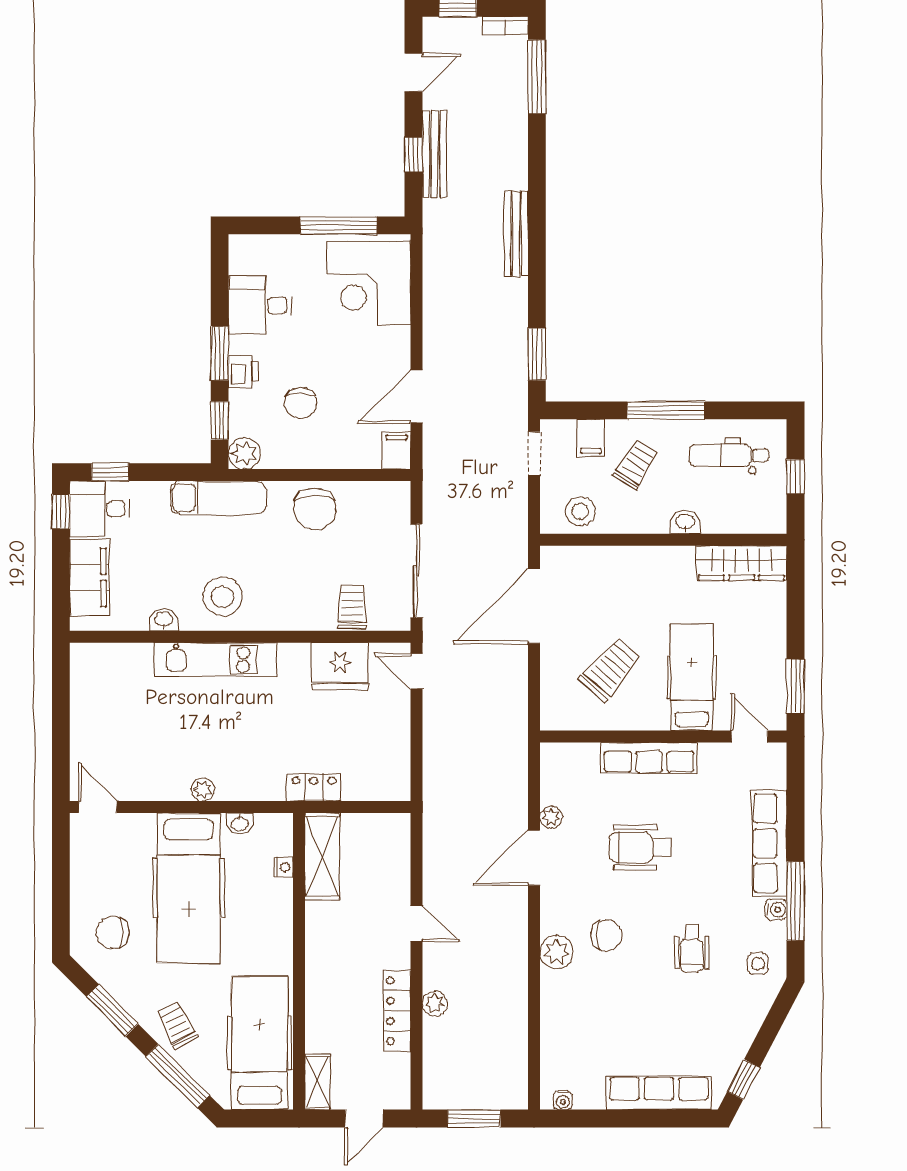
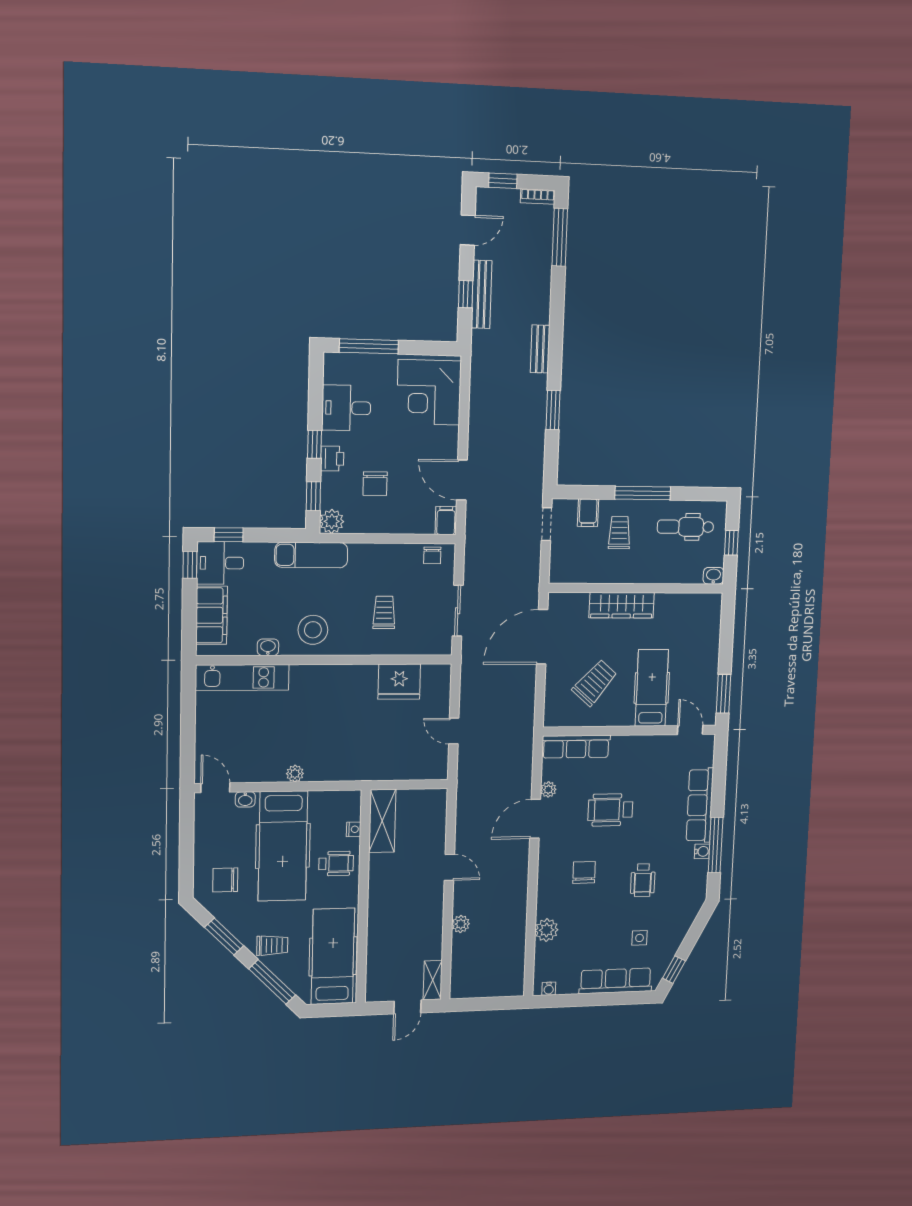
window: (339, 225) -> (369, 346), moved
bench: (516, 234) -> (540, 349), width x0.73
window: (220, 353) -> (315, 444), width x0.67
window: (537, 354) -> (553, 410), moved
door: (416, 397) -> (462, 480), hinge flipped
trolley: (636, 464) -> (619, 533), turned -32
chair: (315, 509) -> (432, 555), moved, width x0.54, depth x0.54
stool: (580, 511) -> (578, 567), removed
washbasin: (685, 522) -> (713, 576), moved
wardrobe: (741, 563) -> (622, 605), moved
sliding door: (416, 571) -> (458, 611), width x0.73
trolley: (352, 607) -> (384, 612), moved
kitchen unit: (215, 660) -> (242, 678), moved
door: (416, 671) -> (454, 731), moved
row of seats: (649, 758) -> (576, 747), moved
locker: (314, 788) -> (377, 771), removed
washbasin: (240, 823) -> (245, 799), moved
wheelchair: (261, 914) -> (336, 864), added
chair: (607, 935) -> (584, 872), turned -90
plant: (556, 952) -> (547, 930), moved
side table: (758, 964) -> (640, 938), moved
locker: (397, 1011) -> (434, 930), removed
trolley: (177, 1025) -> (272, 945), turned 117
shelving: (317, 1082) -> (433, 980), moved
window: (474, 1119) -> (486, 1004), removed

